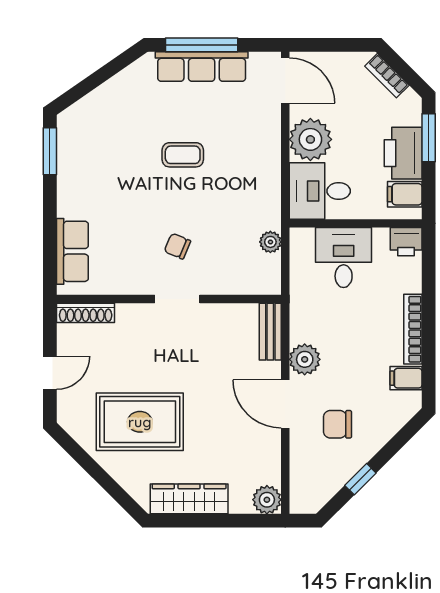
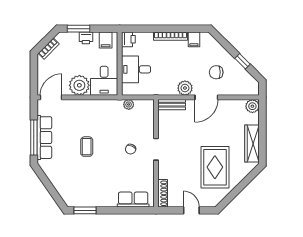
printer: (403, 153) -> (86, 38), width x0.53, depth x0.68
chair: (337, 424) -> (216, 72), turned 90

